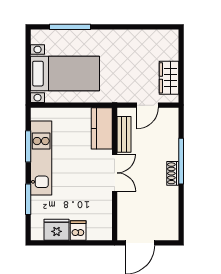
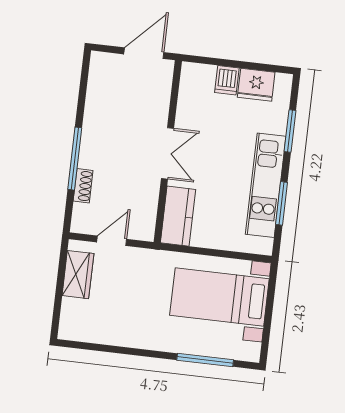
bench: (124, 134) -> (149, 204), removed
double door: (115, 173) -> (168, 153), swing flipped
shoe rack: (173, 173) -> (83, 186), moved

